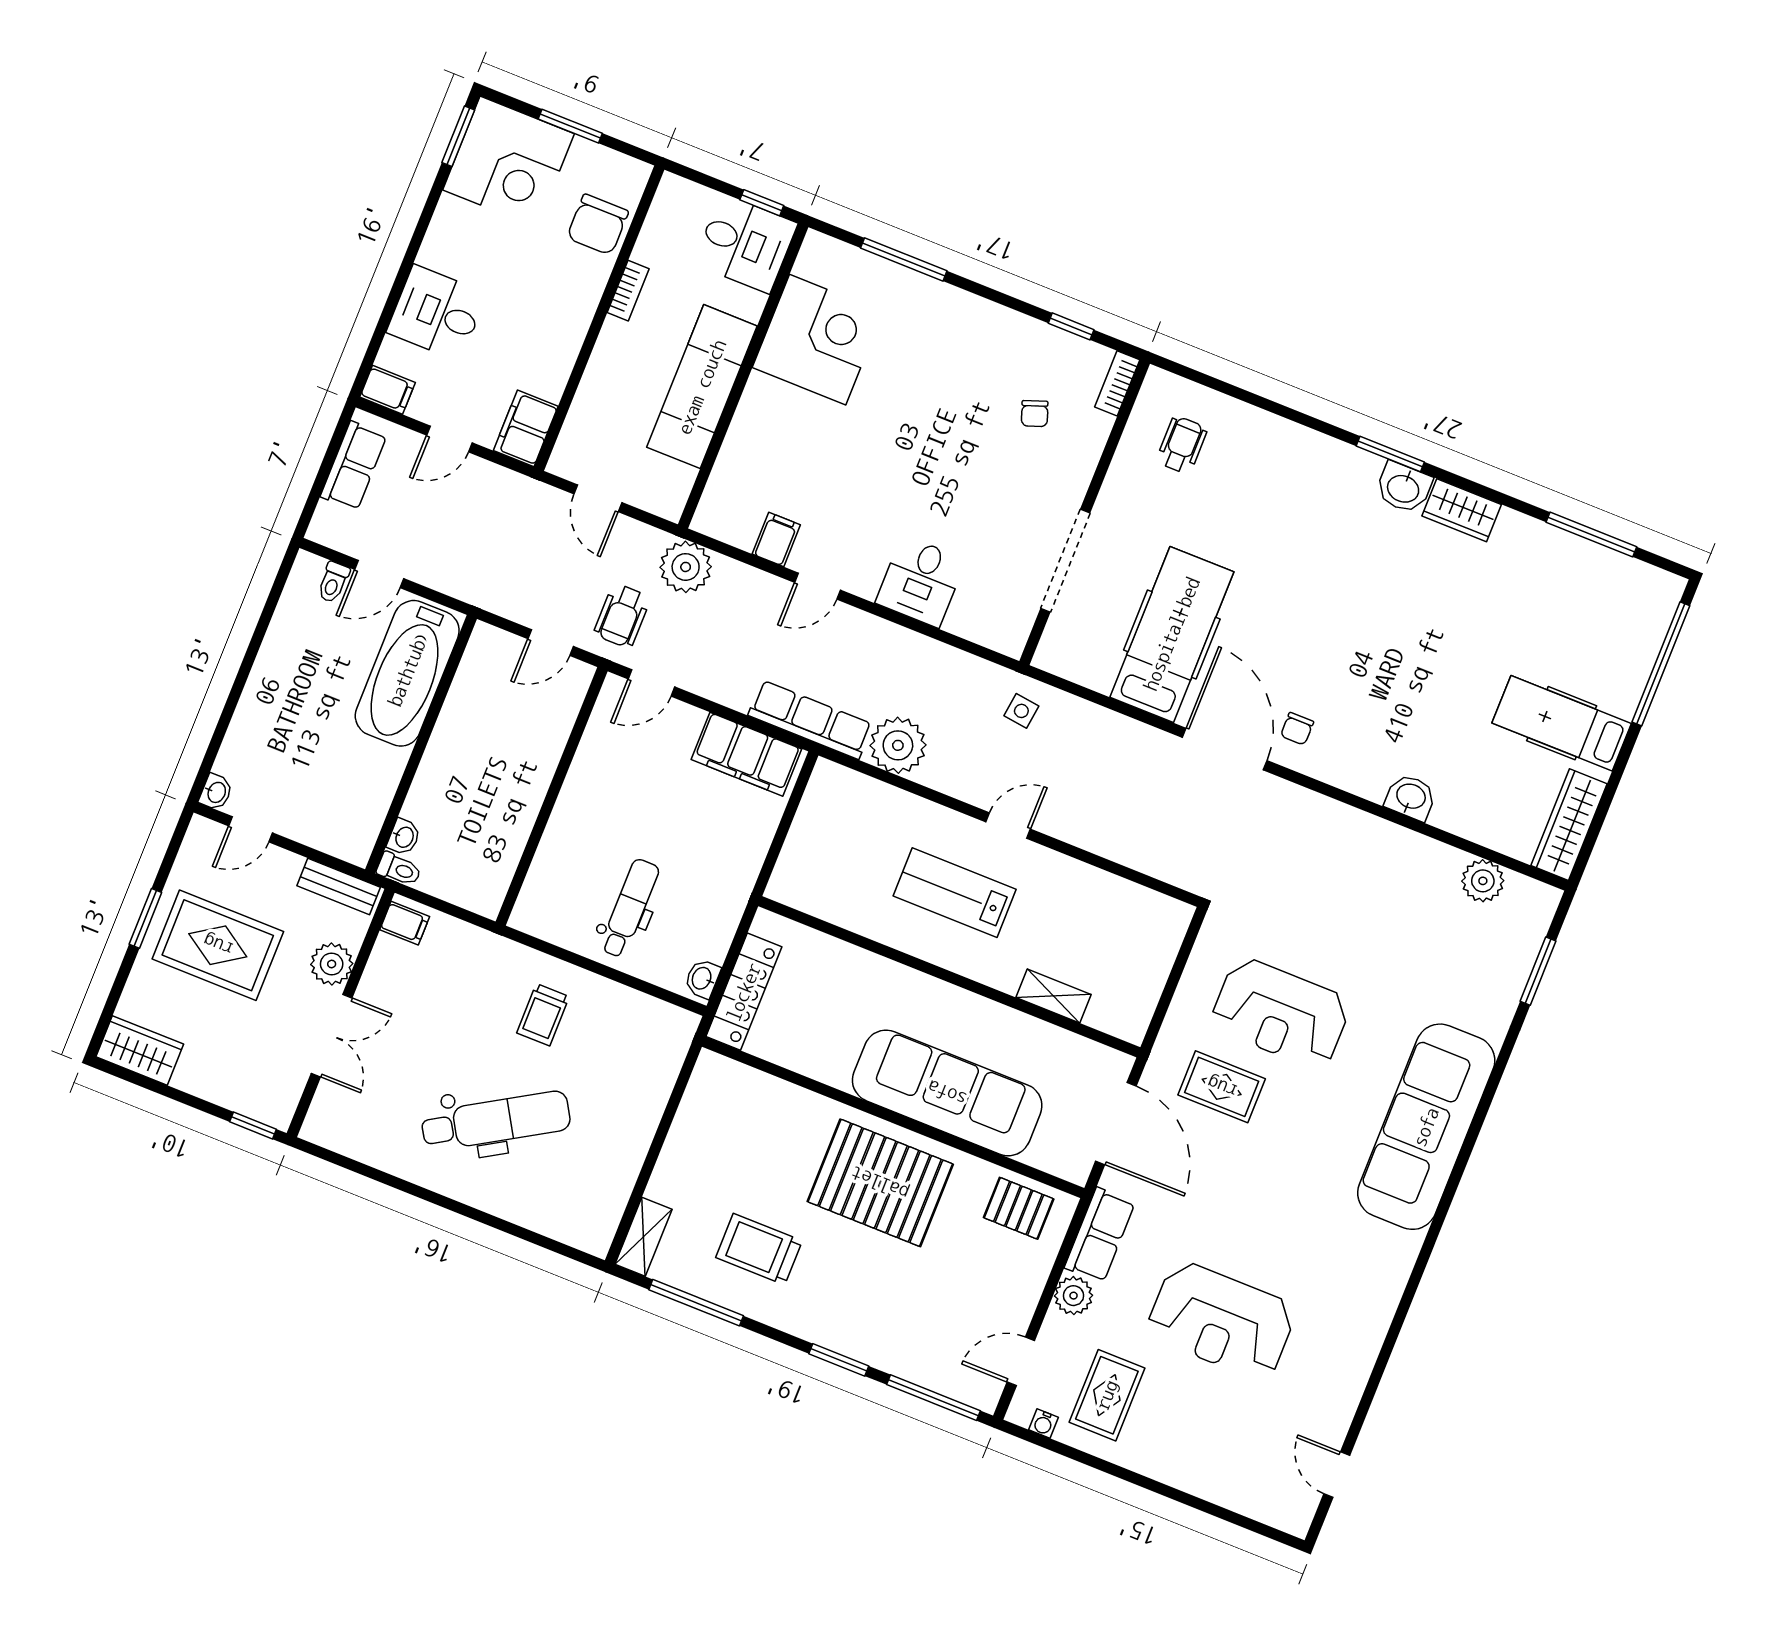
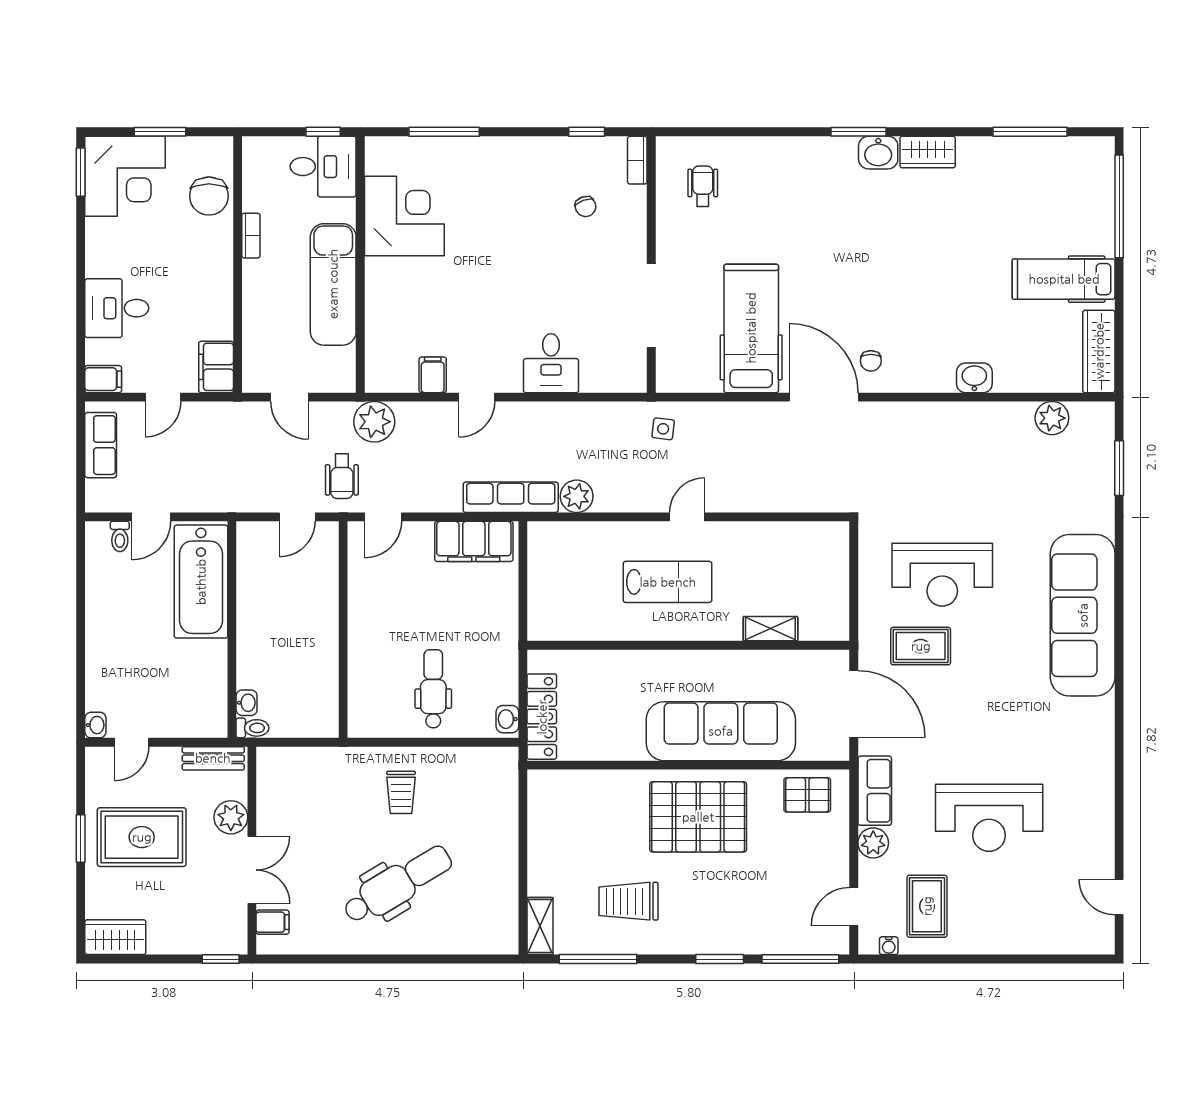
plant: (898, 745) -> (577, 496), width x0.73, depth x0.73
lab bench: (955, 893) -> (668, 582), turned 180
filing cabinet: (405, 923) -> (272, 922), moved

